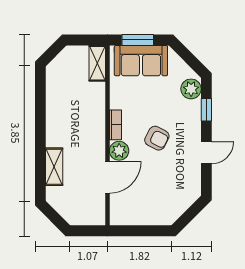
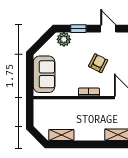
window: (138, 40) -> (30, 77), removed
shelving: (97, 63) -> (61, 135), moved
plant: (119, 151) -> (107, 89), removed

